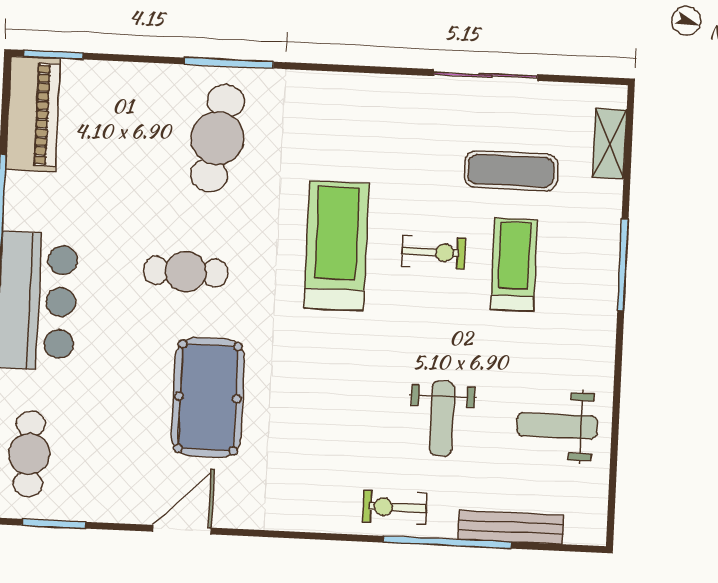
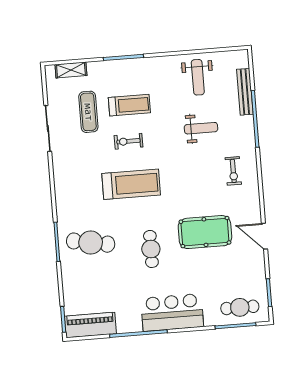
treadmill: (336, 246) -> (131, 184), turned 180
exercise bike: (434, 252) -> (128, 141), turned -90
treadmill: (514, 265) -> (129, 105), turned 180
exercise bike: (395, 507) -> (233, 171), moved

